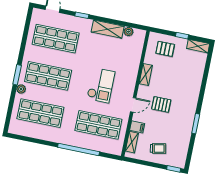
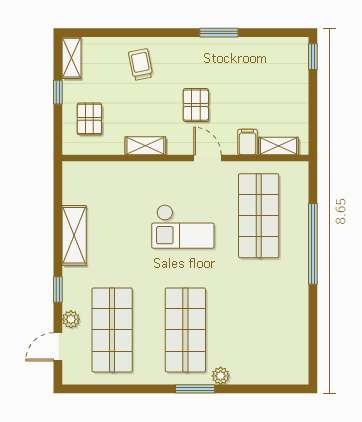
plant: (129, 32) -> (71, 319), moved
checkout: (101, 85) -> (183, 226), turned 180
shop shelf: (40, 113) -> (259, 330), removed
trolley: (158, 148) -> (141, 64), moved

